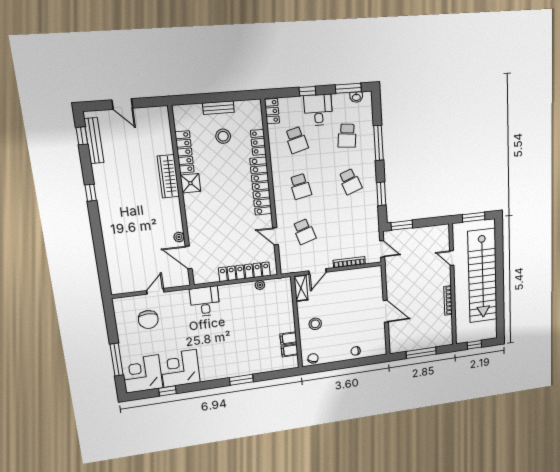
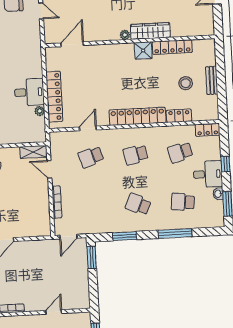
washbasin: (356, 97) -> (218, 194), moved
school desk: (350, 182) -> (138, 204), turned 45
plant: (179, 237) -> (125, 35), moved
desk: (205, 301) -> (29, 92), moved

